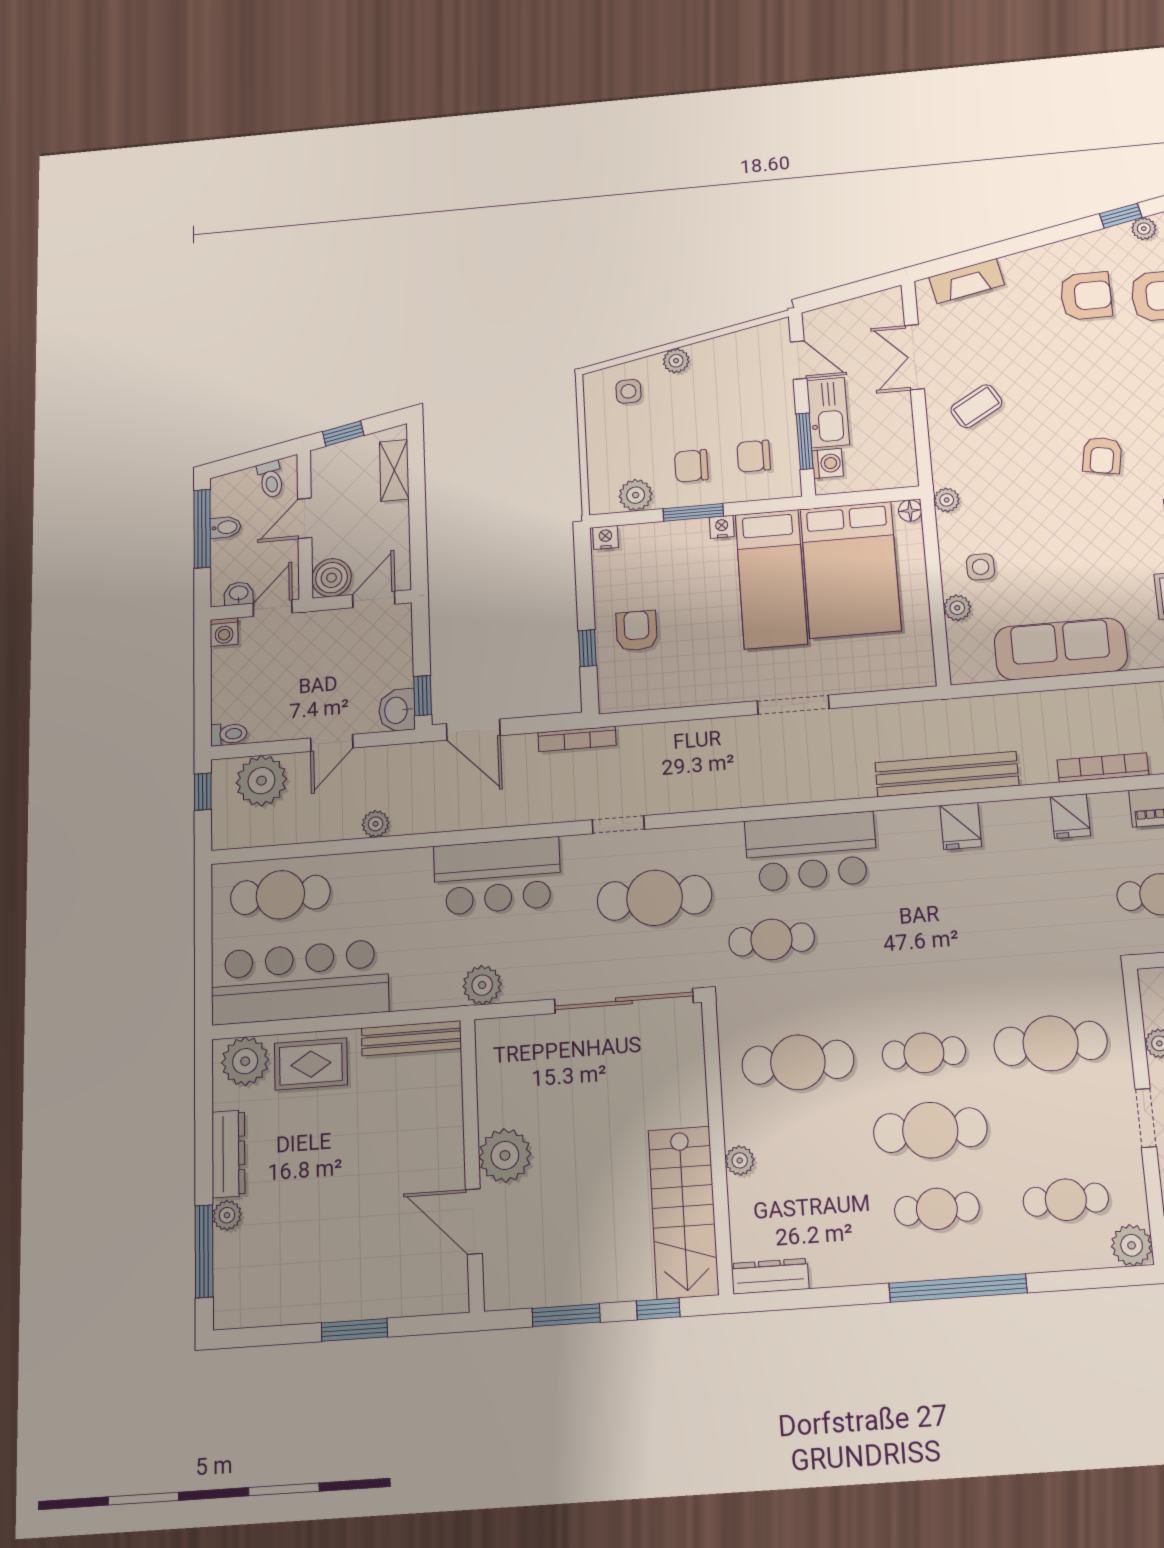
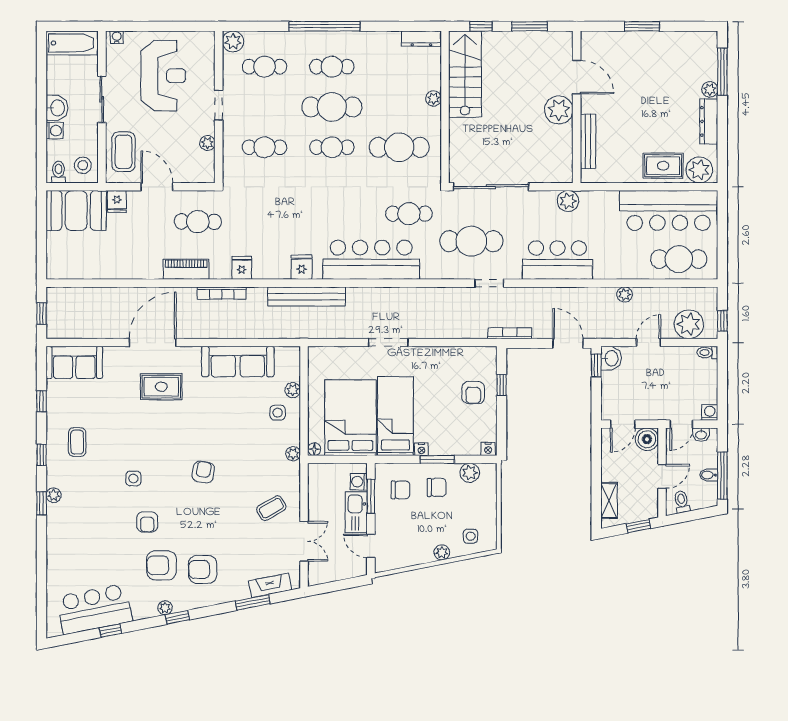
window: (994, 251) -> (253, 602), added
bar counter: (811, 851) -> (371, 260), width x1.36
bench: (411, 1038) -> (588, 141), moved, turned 90
cafe table: (1051, 1043) -> (264, 147), width x0.73, depth x0.74

